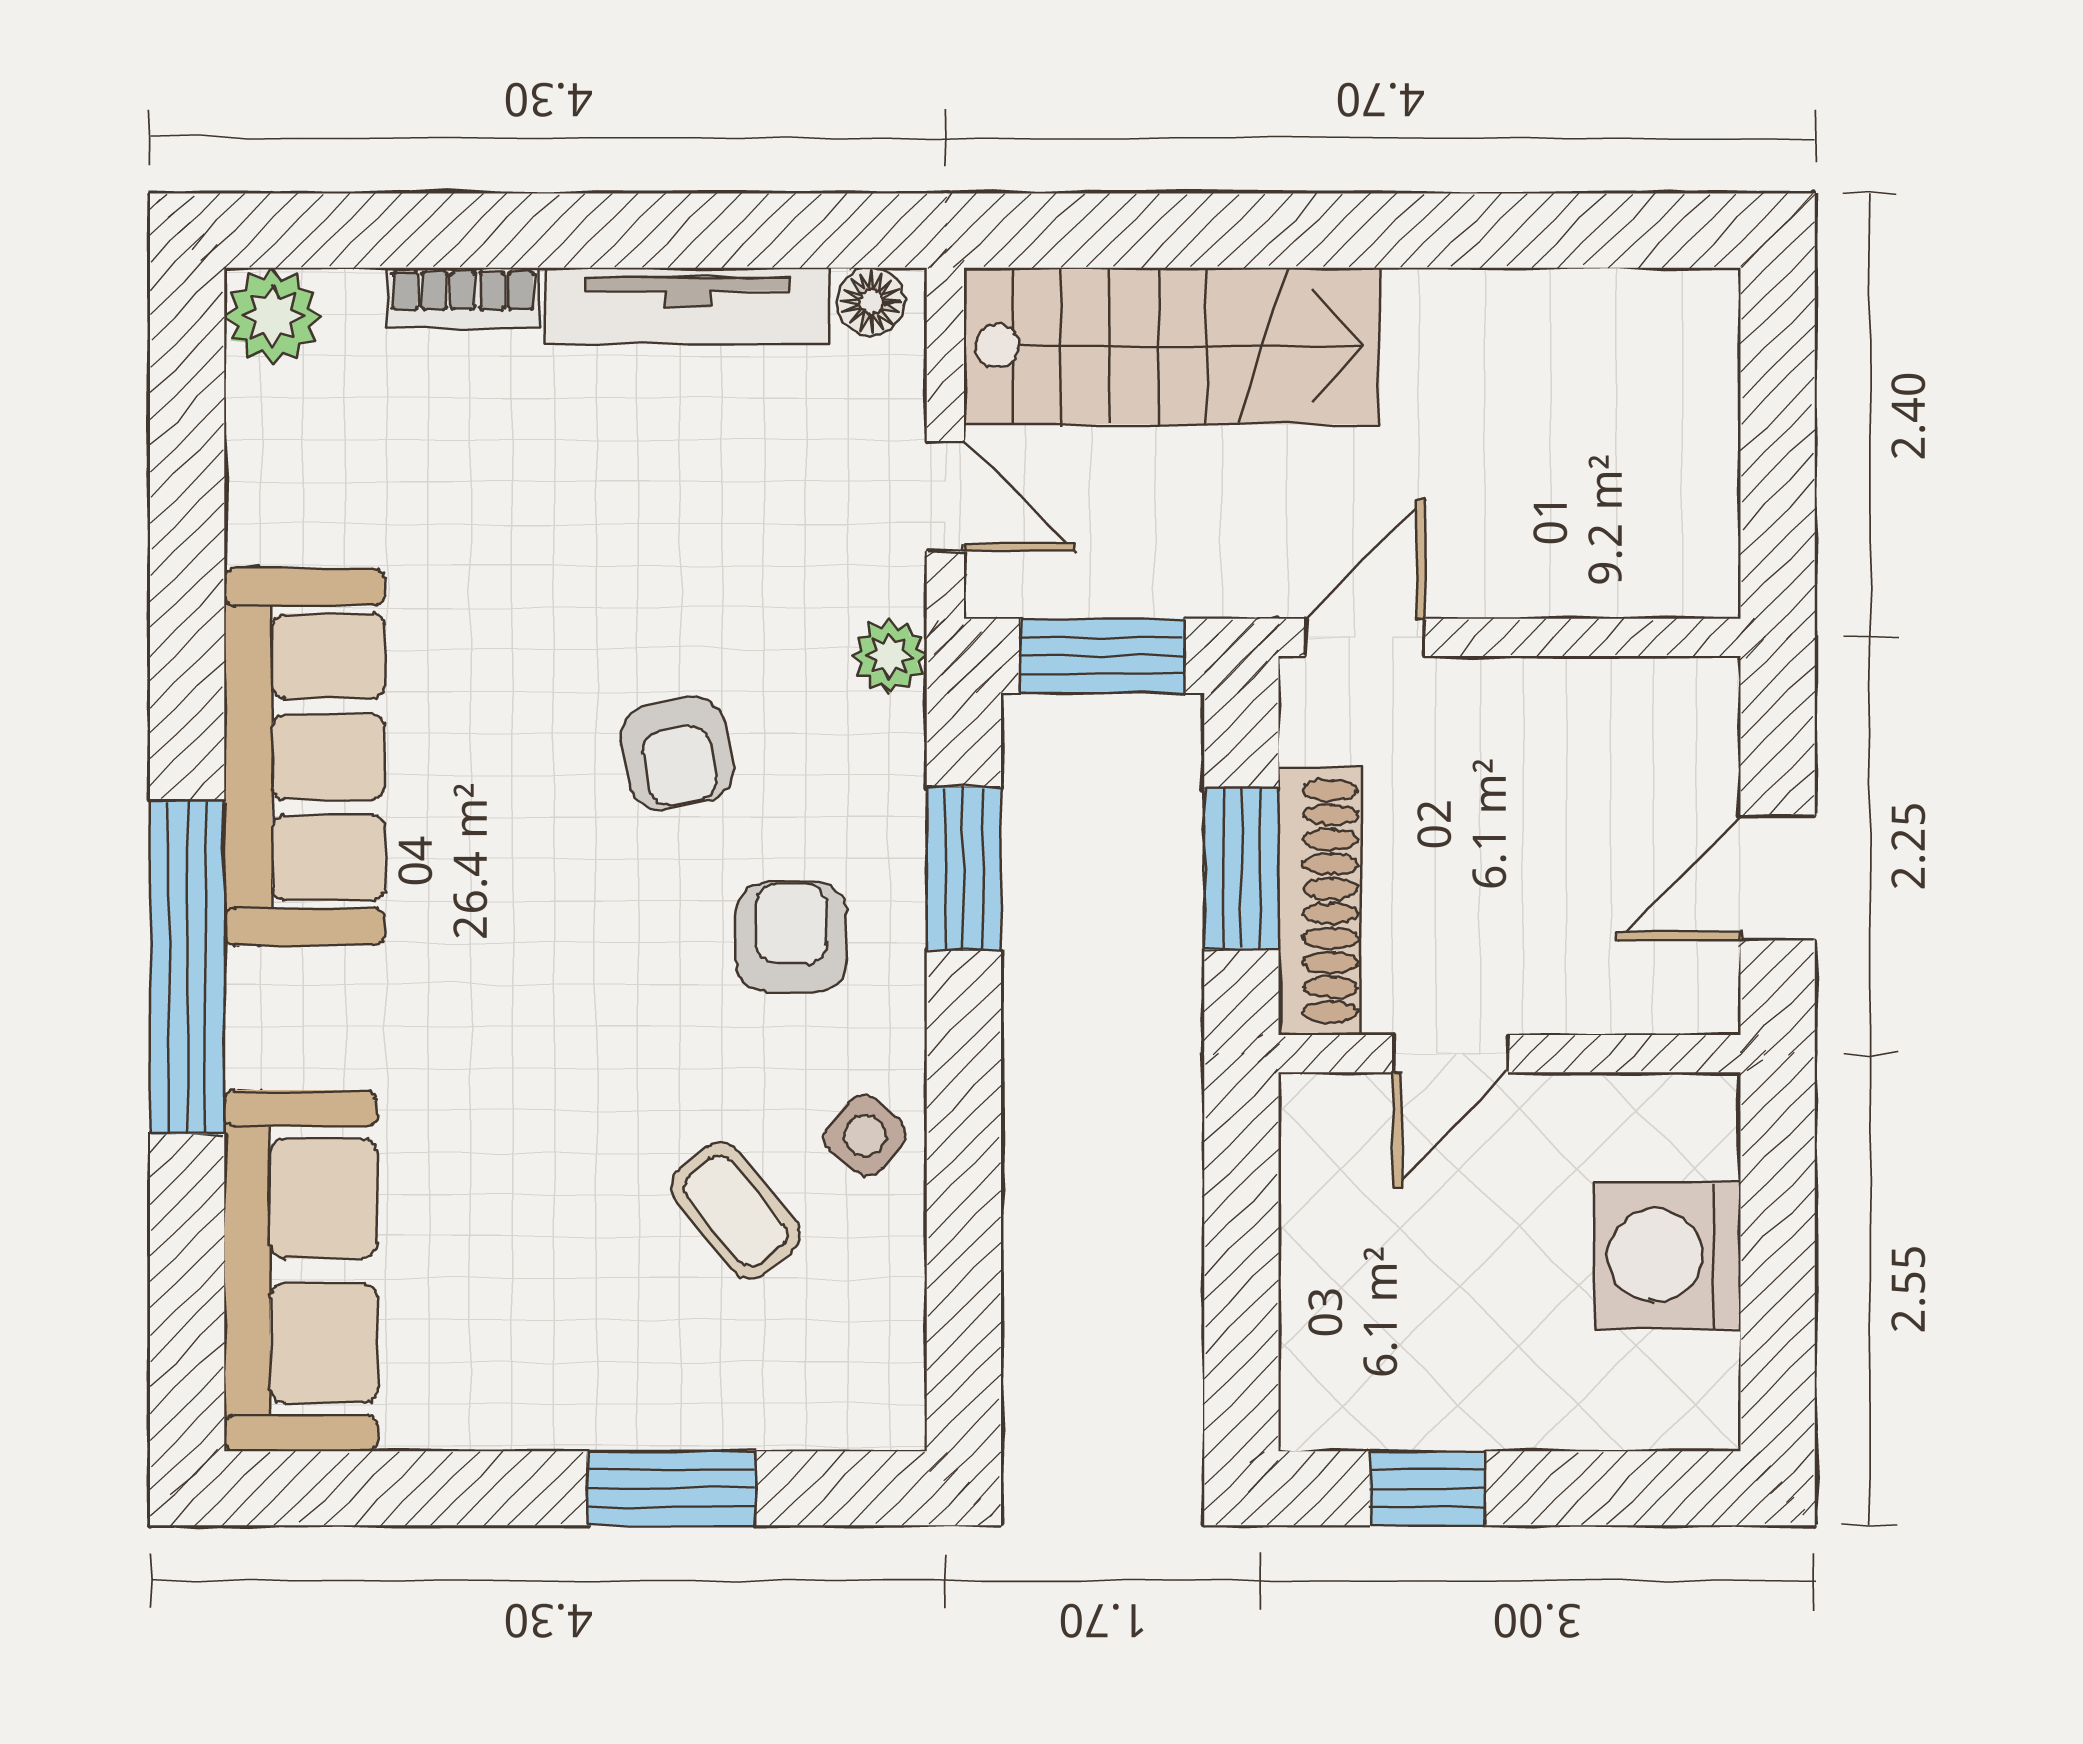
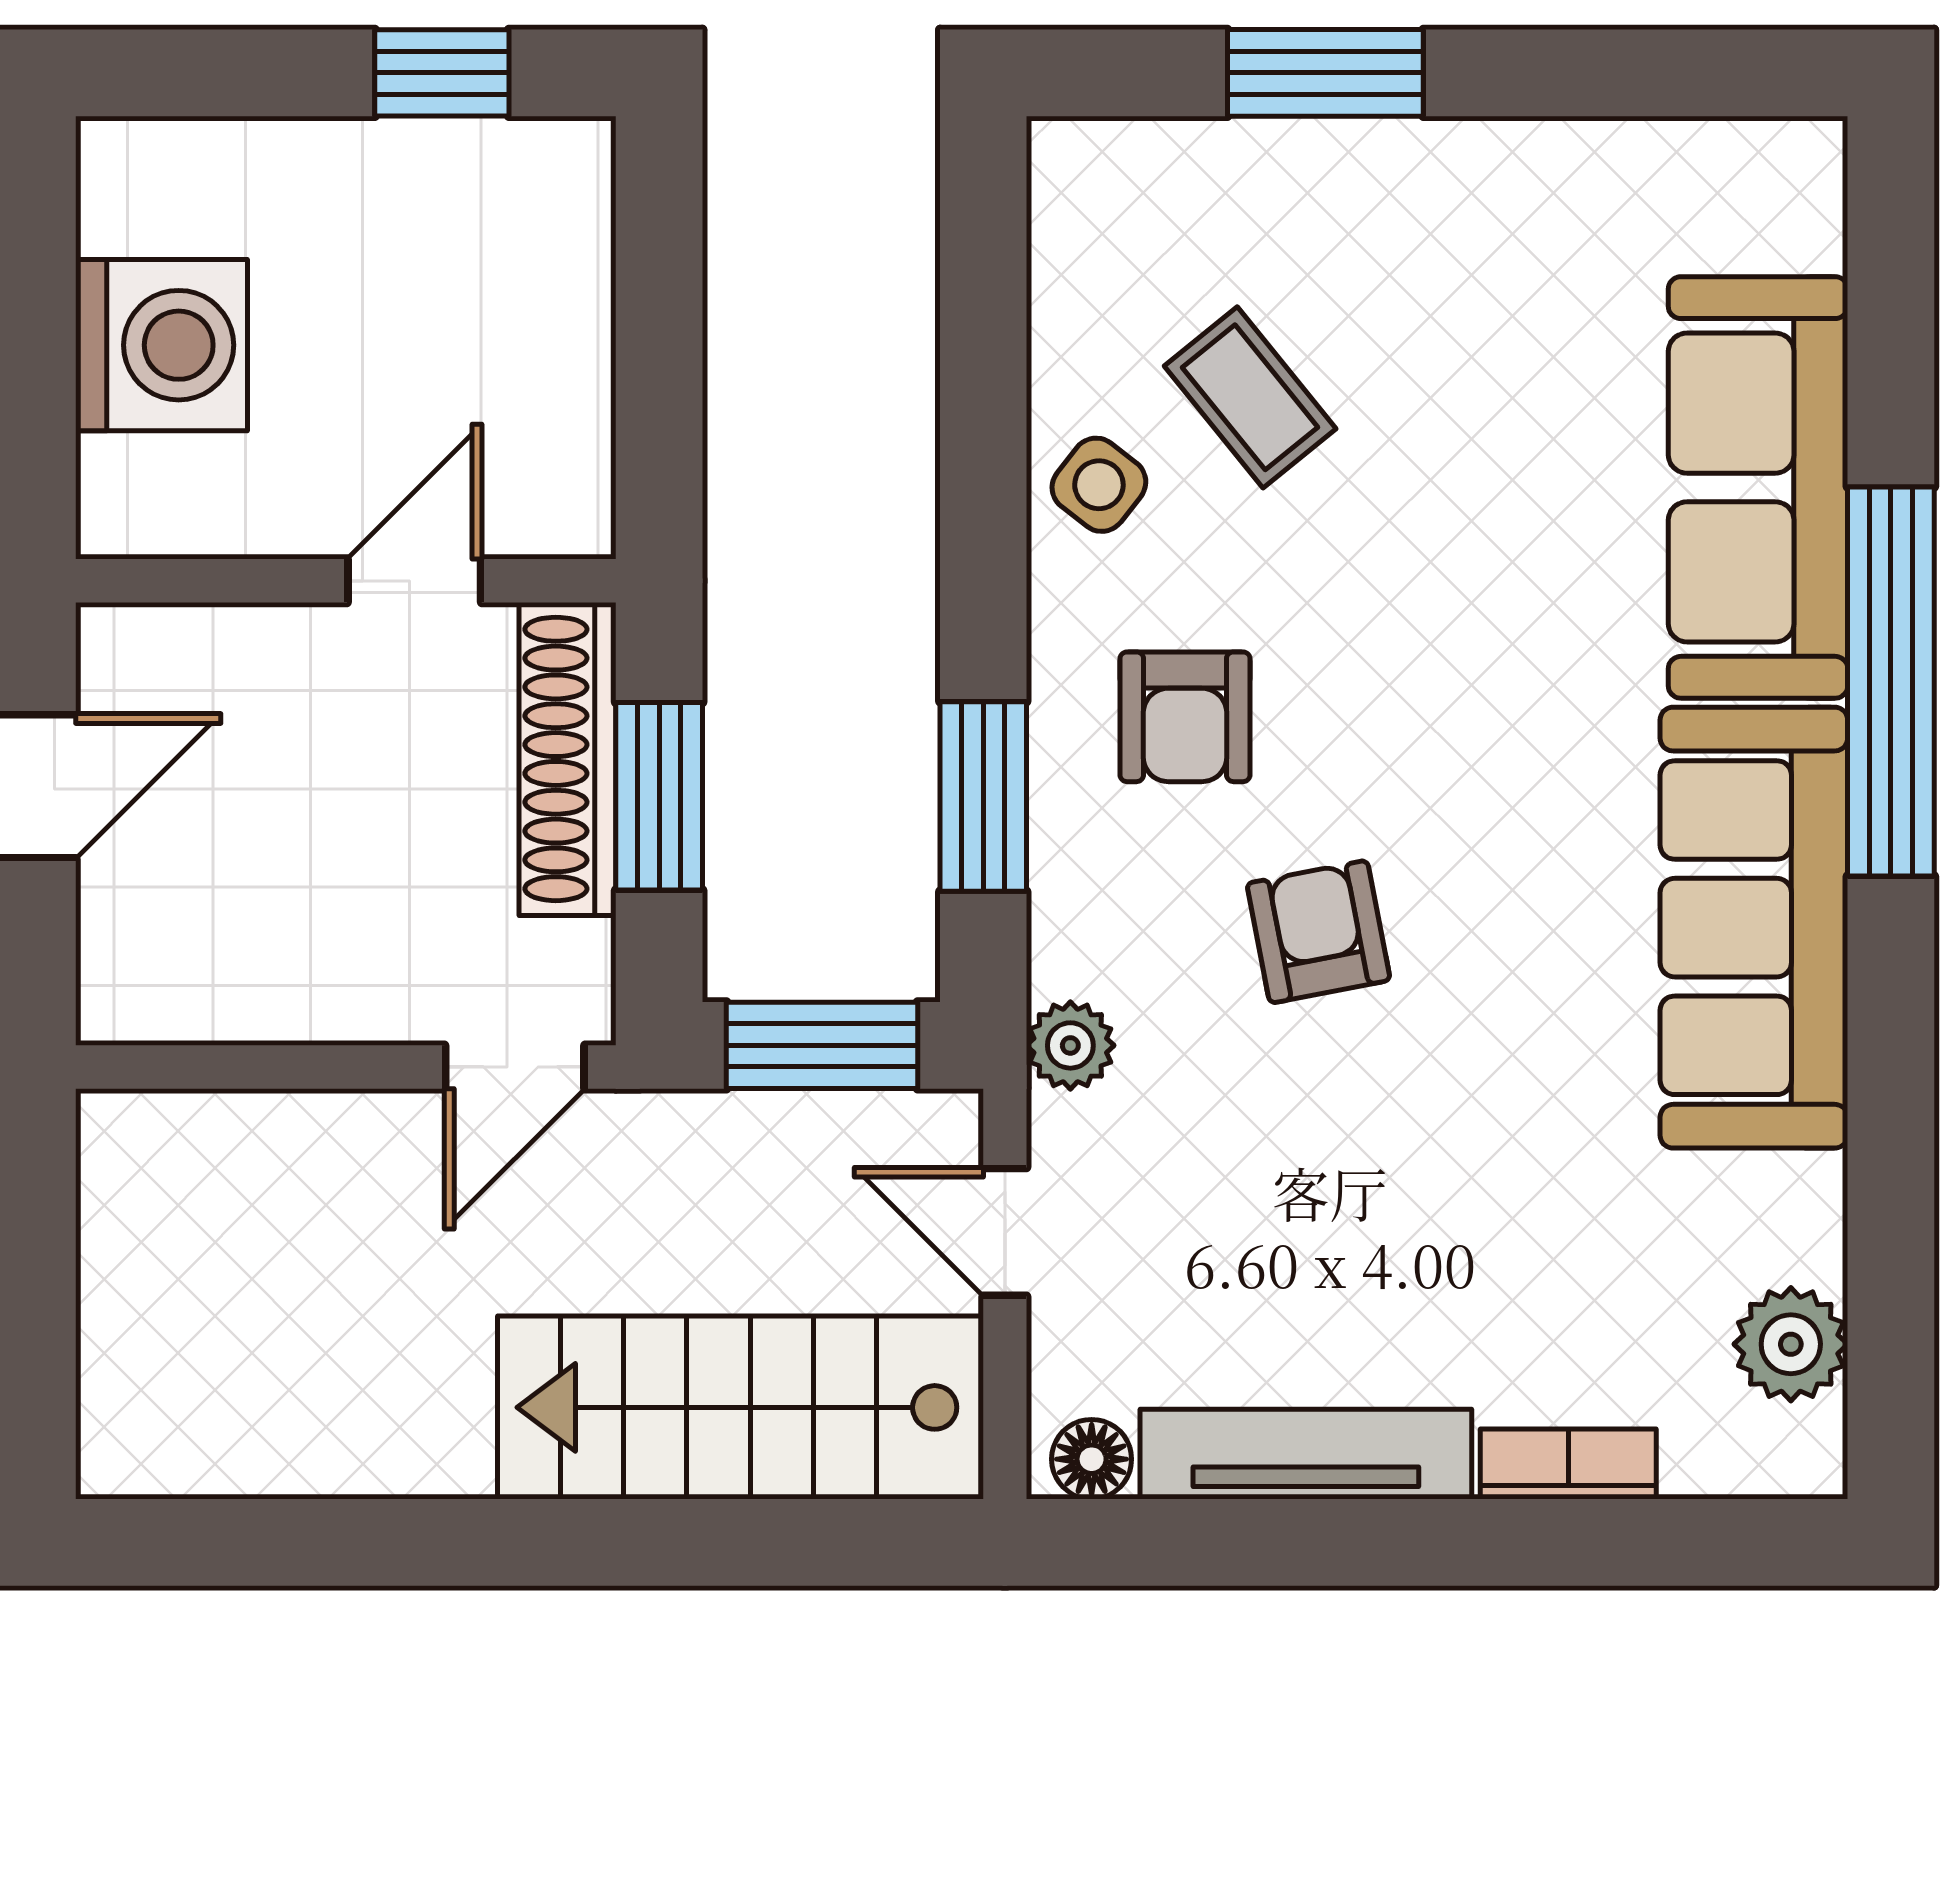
plant: (273, 316) -> (1791, 1344), moved
sofa: (301, 1271) -> (1758, 487), moved

